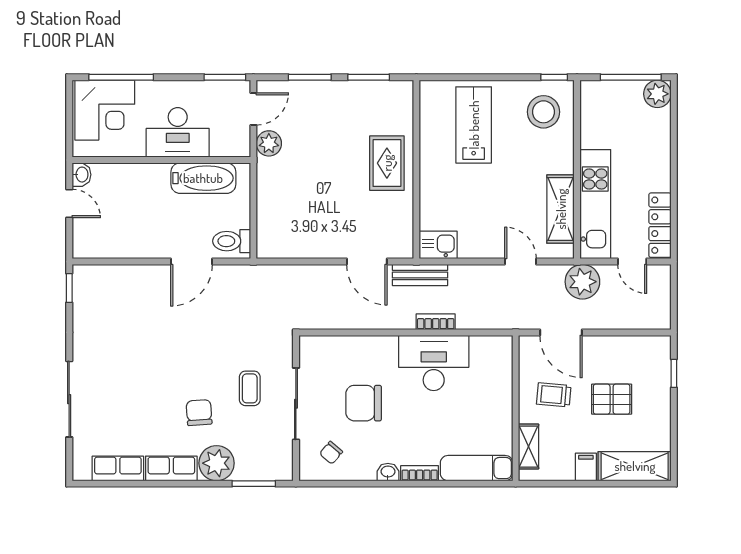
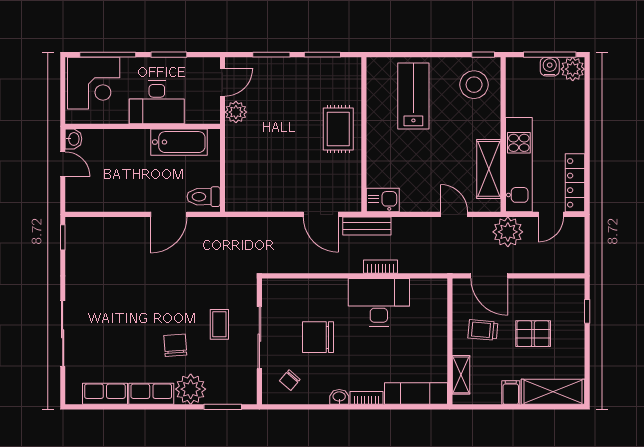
window: (225, 77) -> (169, 55), moved
water cooler: (631, 91) -> (550, 67), added
door: (632, 262) -> (551, 214), hinge flipped

